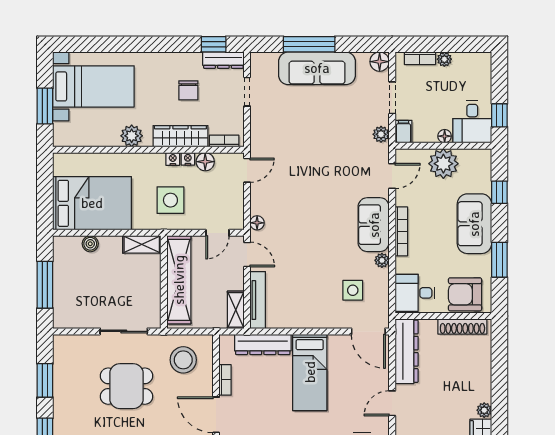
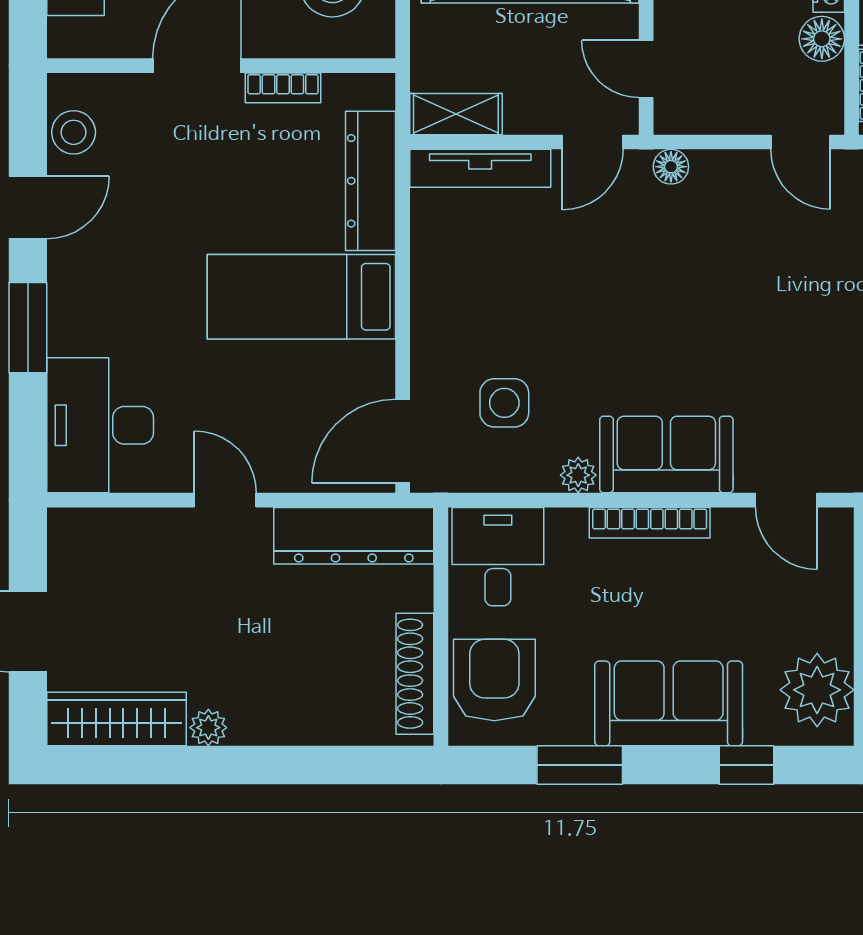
plant: (443, 164) -> (817, 690), moved

